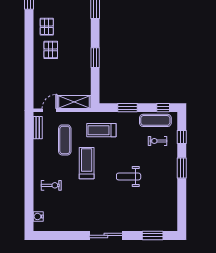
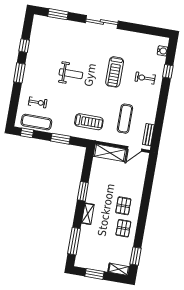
shelving: (86, 35) -> (88, 214), added
window: (182, 137) -> (24, 46), moved
treadmill: (87, 163) -> (115, 72), moved
window: (29, 196) -> (168, 71), added

